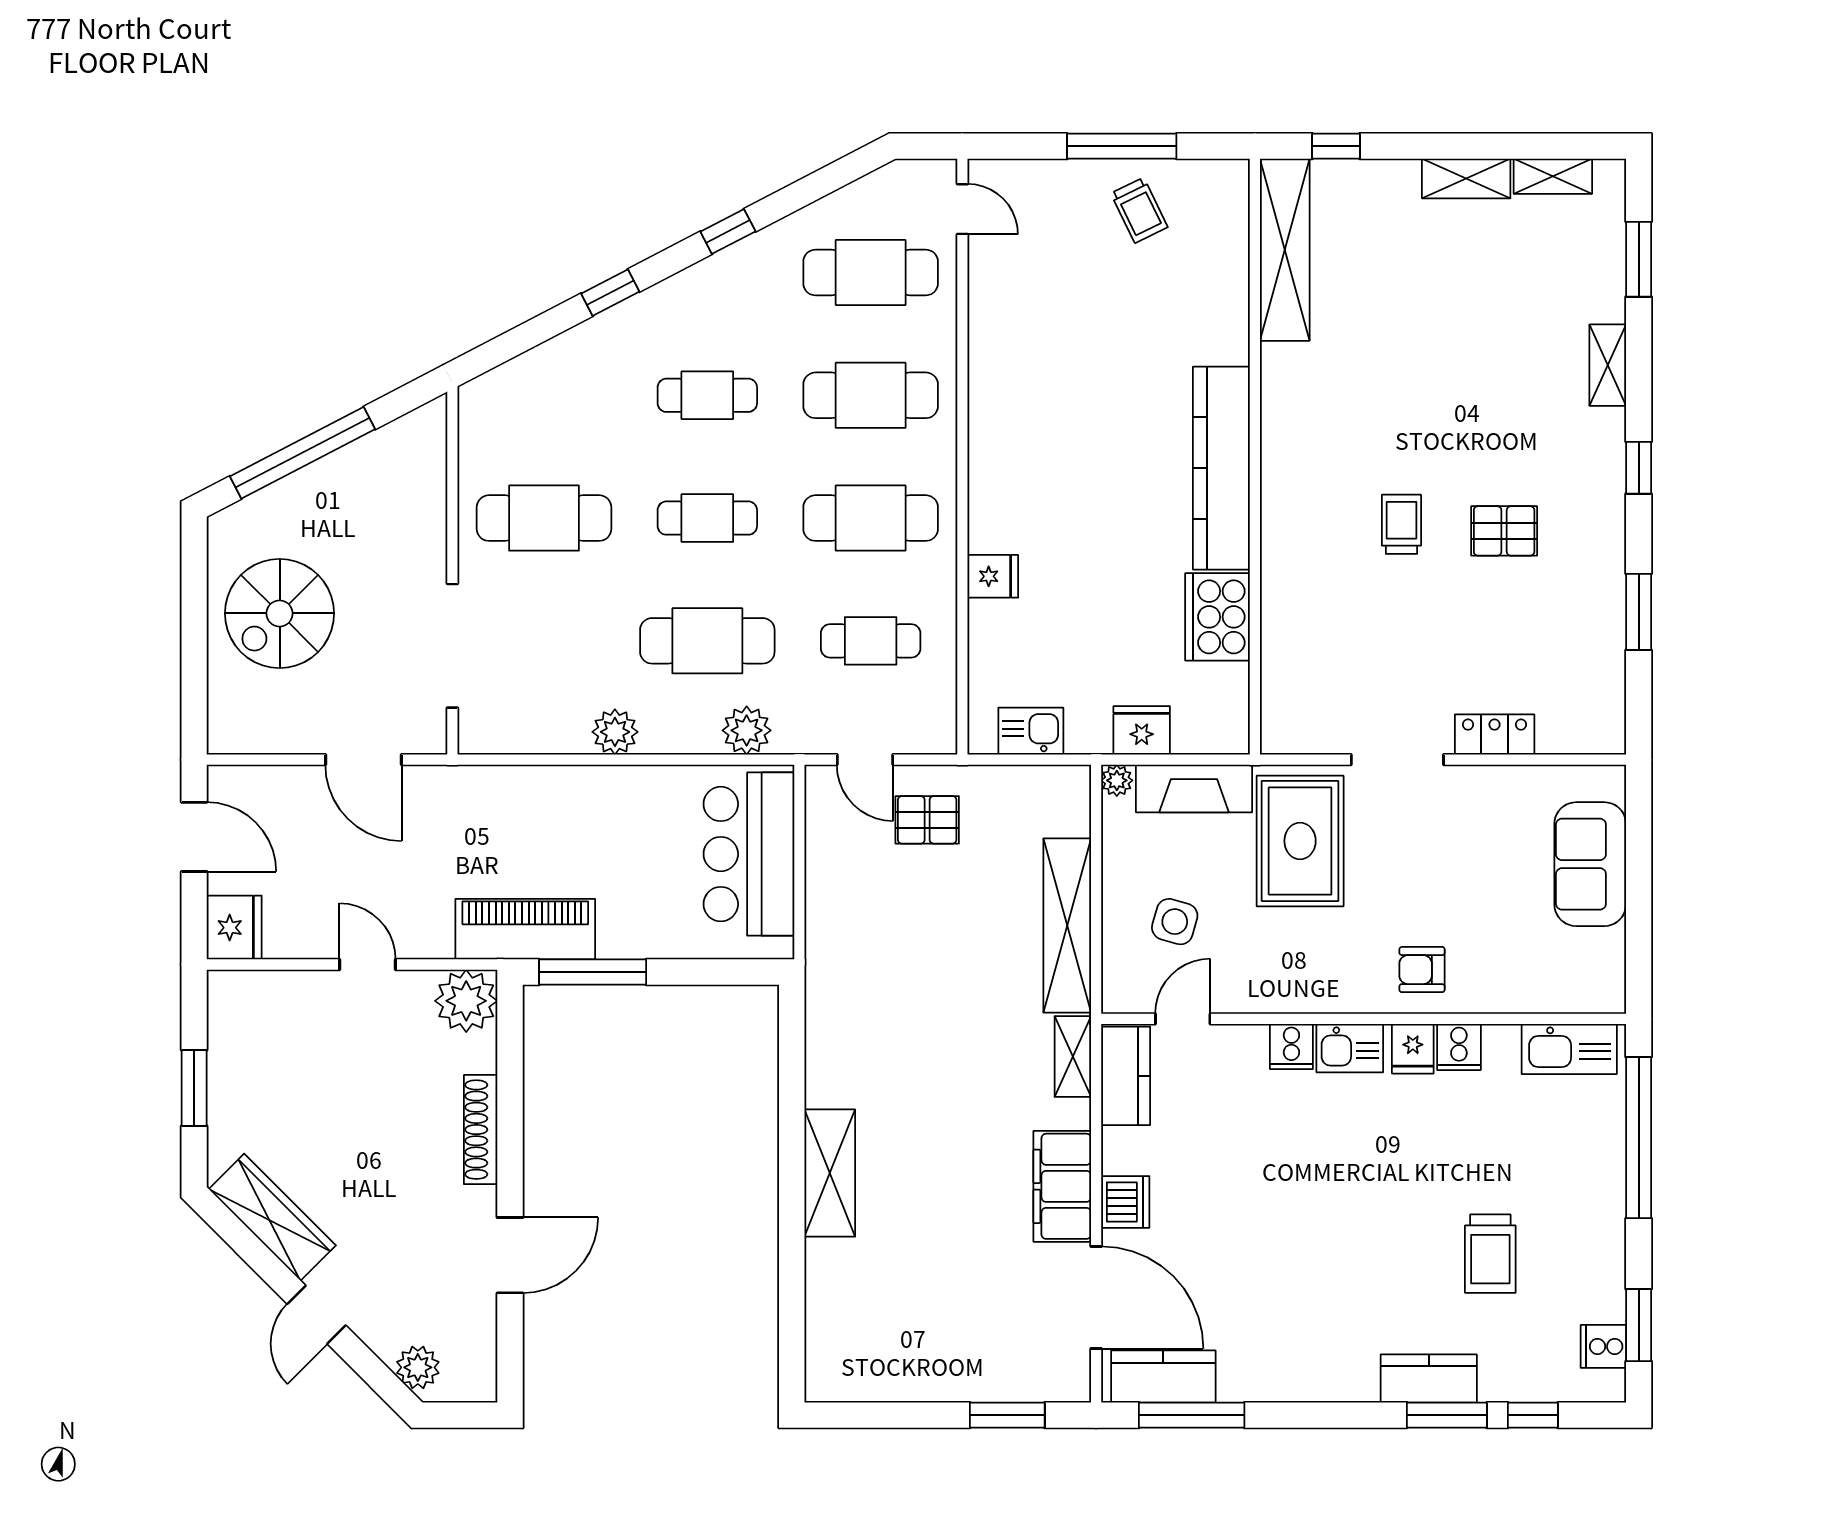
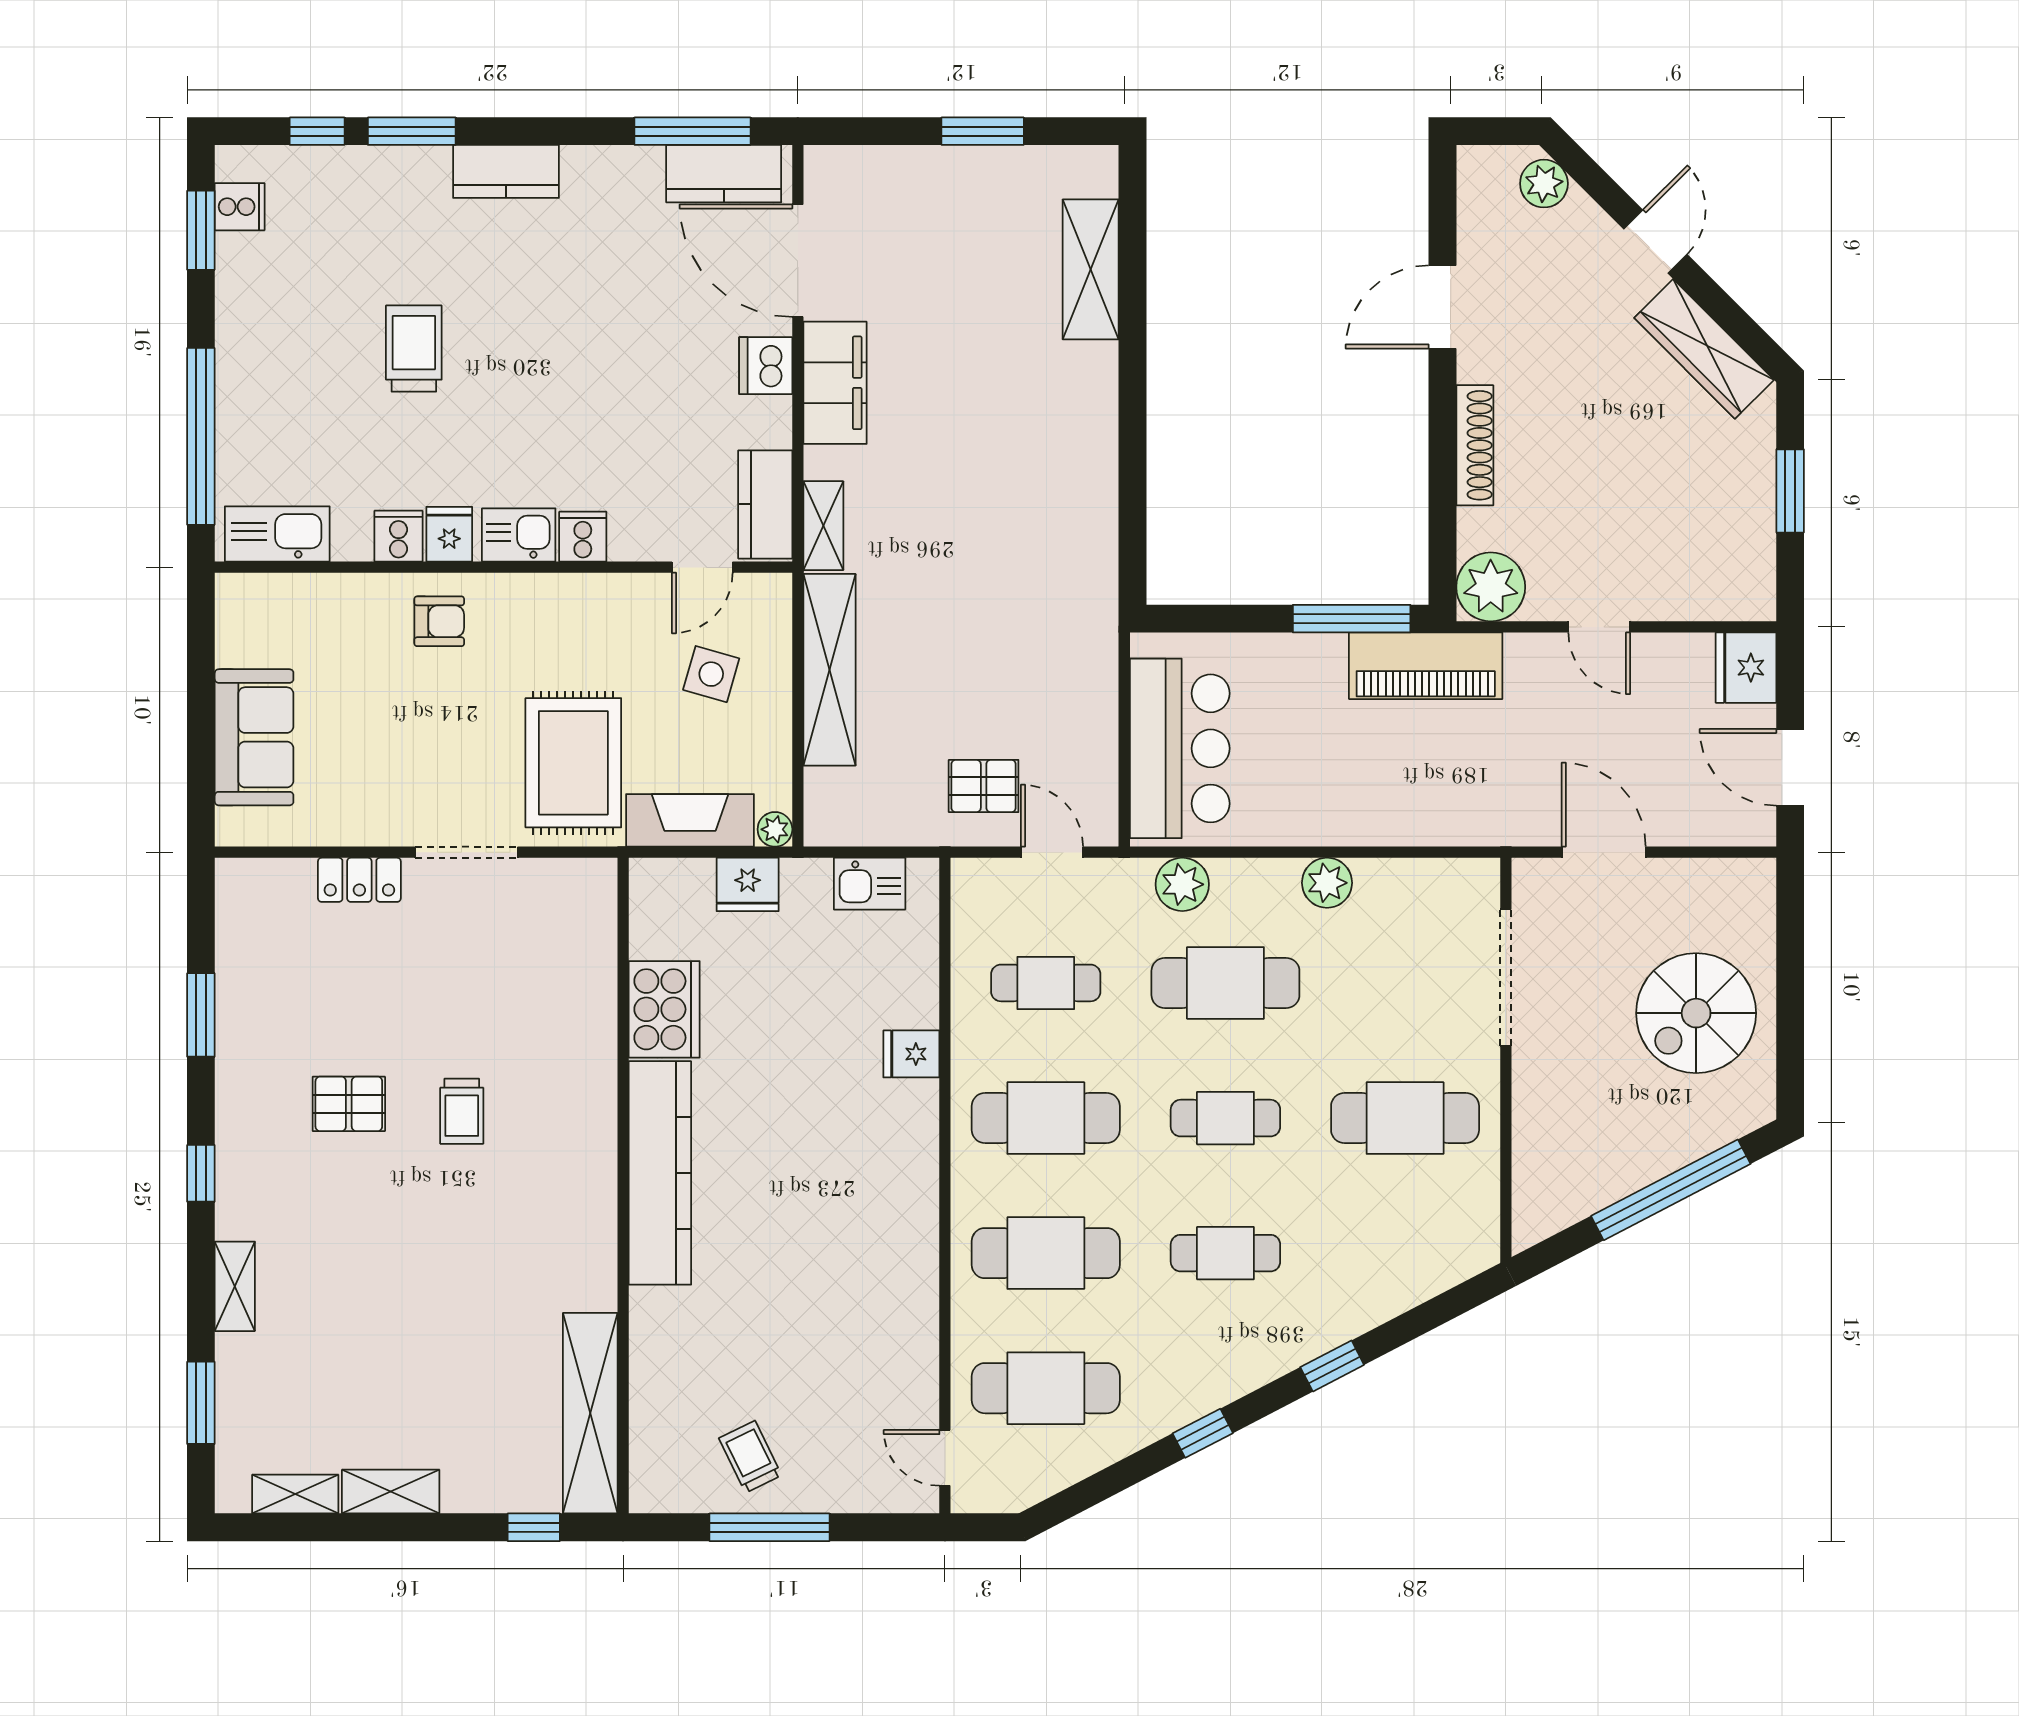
spiral stairs: (280, 613) -> (1696, 1013), turned 180
shelving: (830, 1173) -> (1091, 269), moved
trolley: (1490, 1254) -> (414, 349), moved
kitchen counter: (1429, 1378) -> (506, 171), moved
window: (1007, 1415) -> (983, 131), moved

